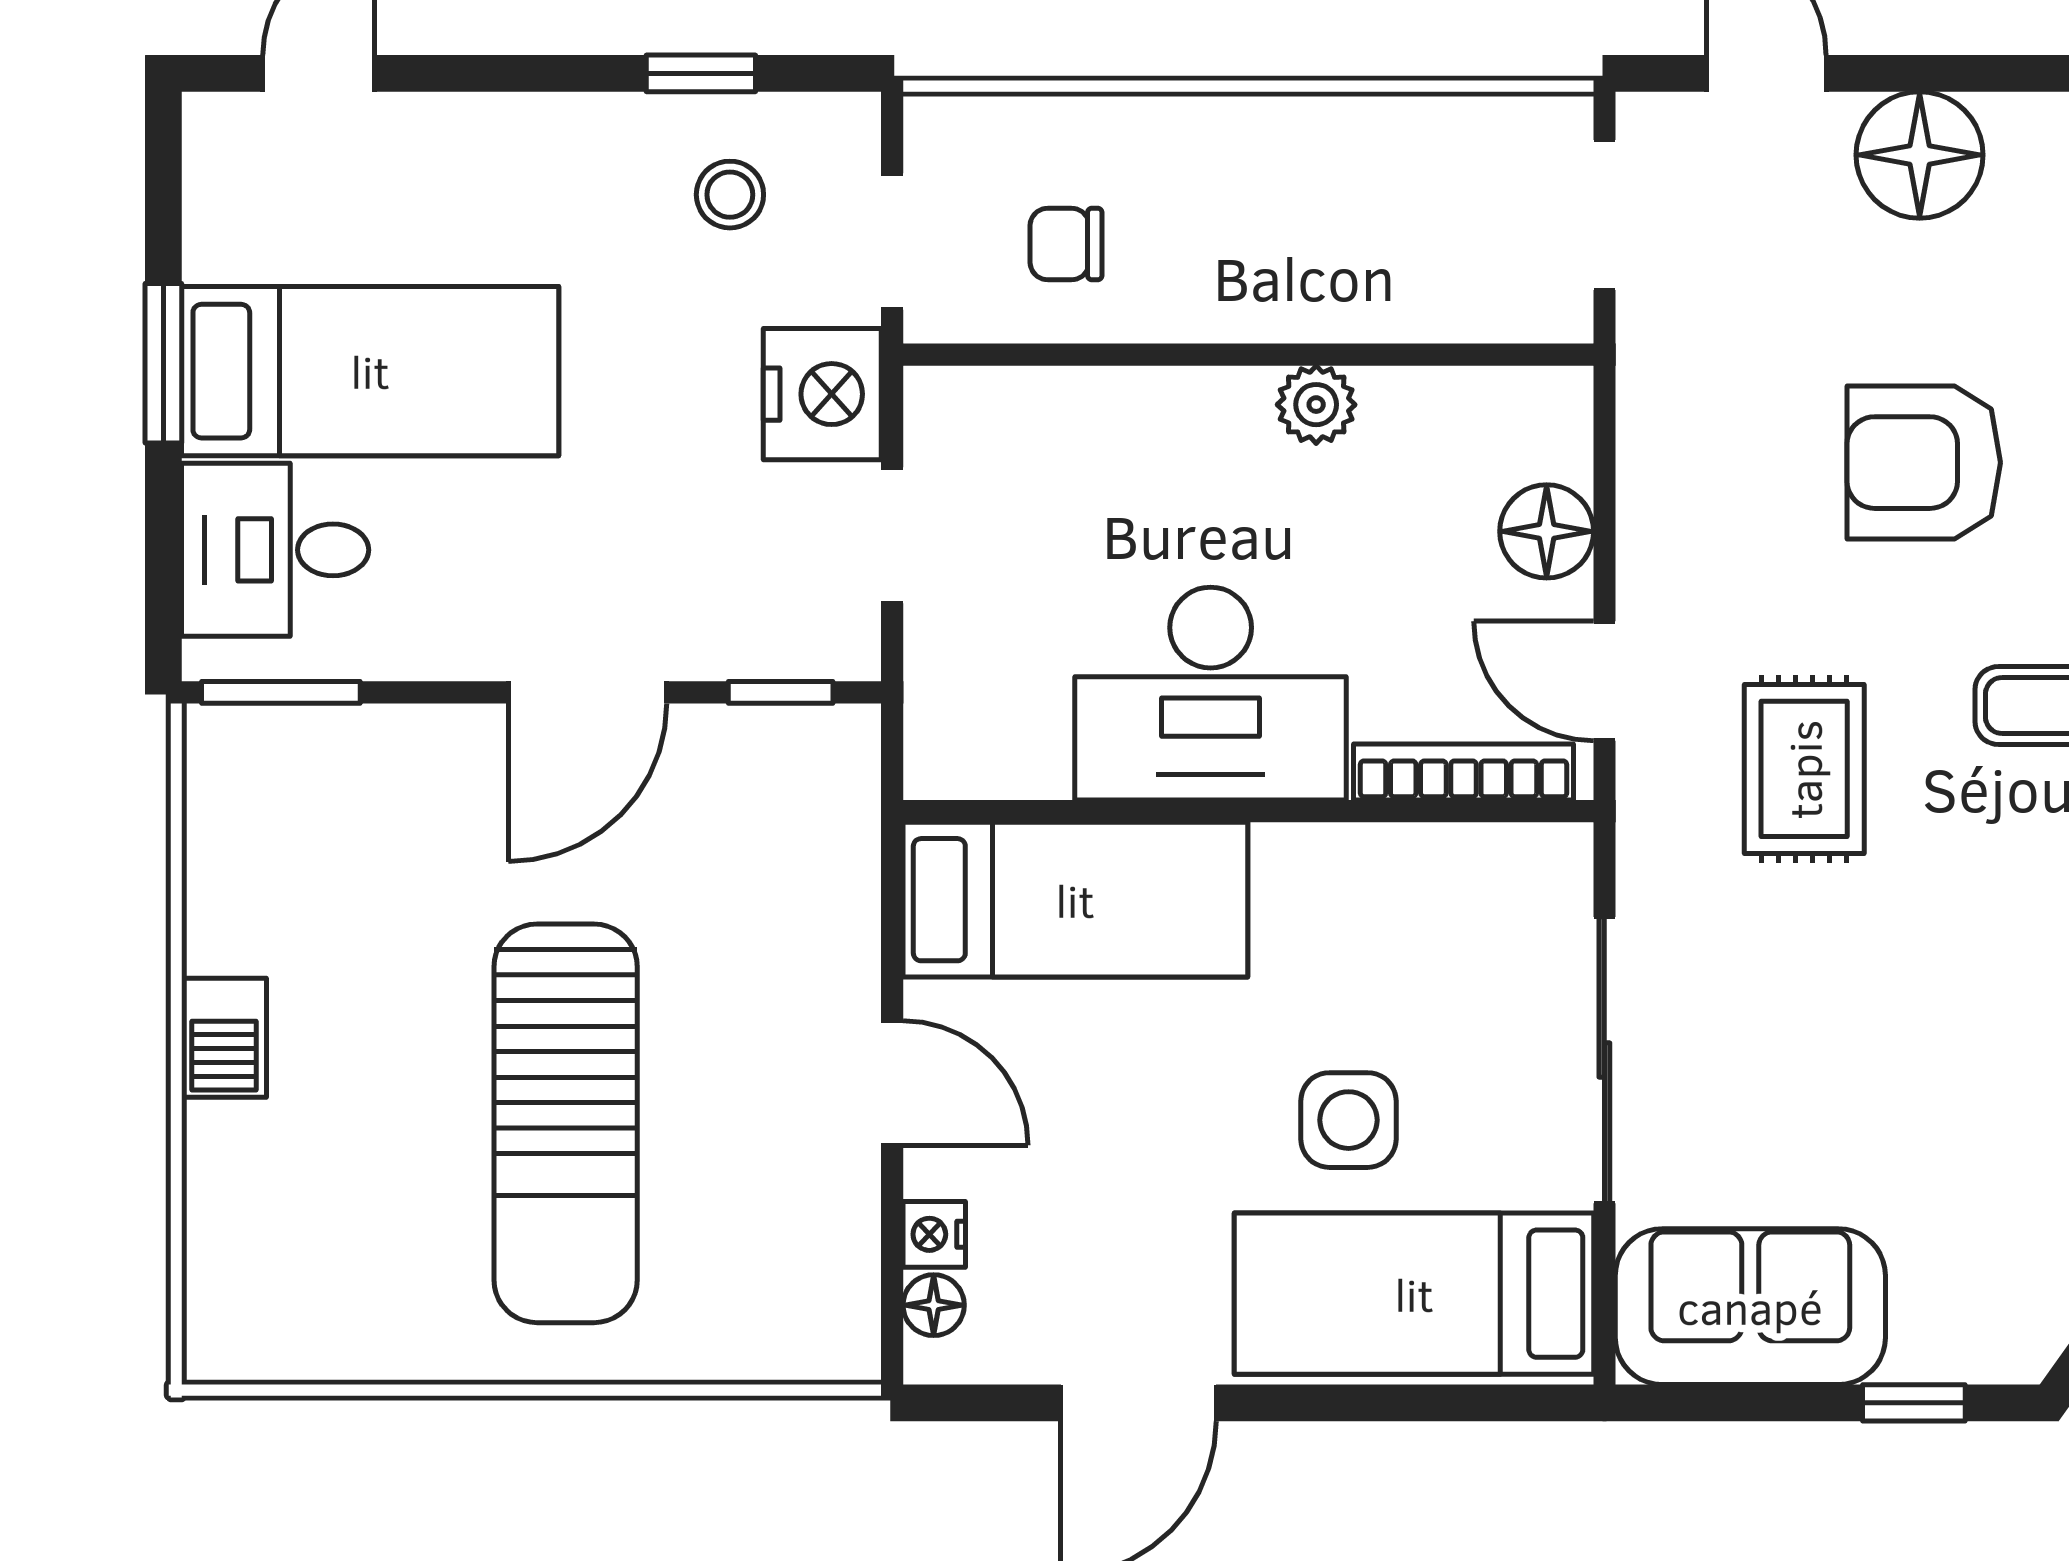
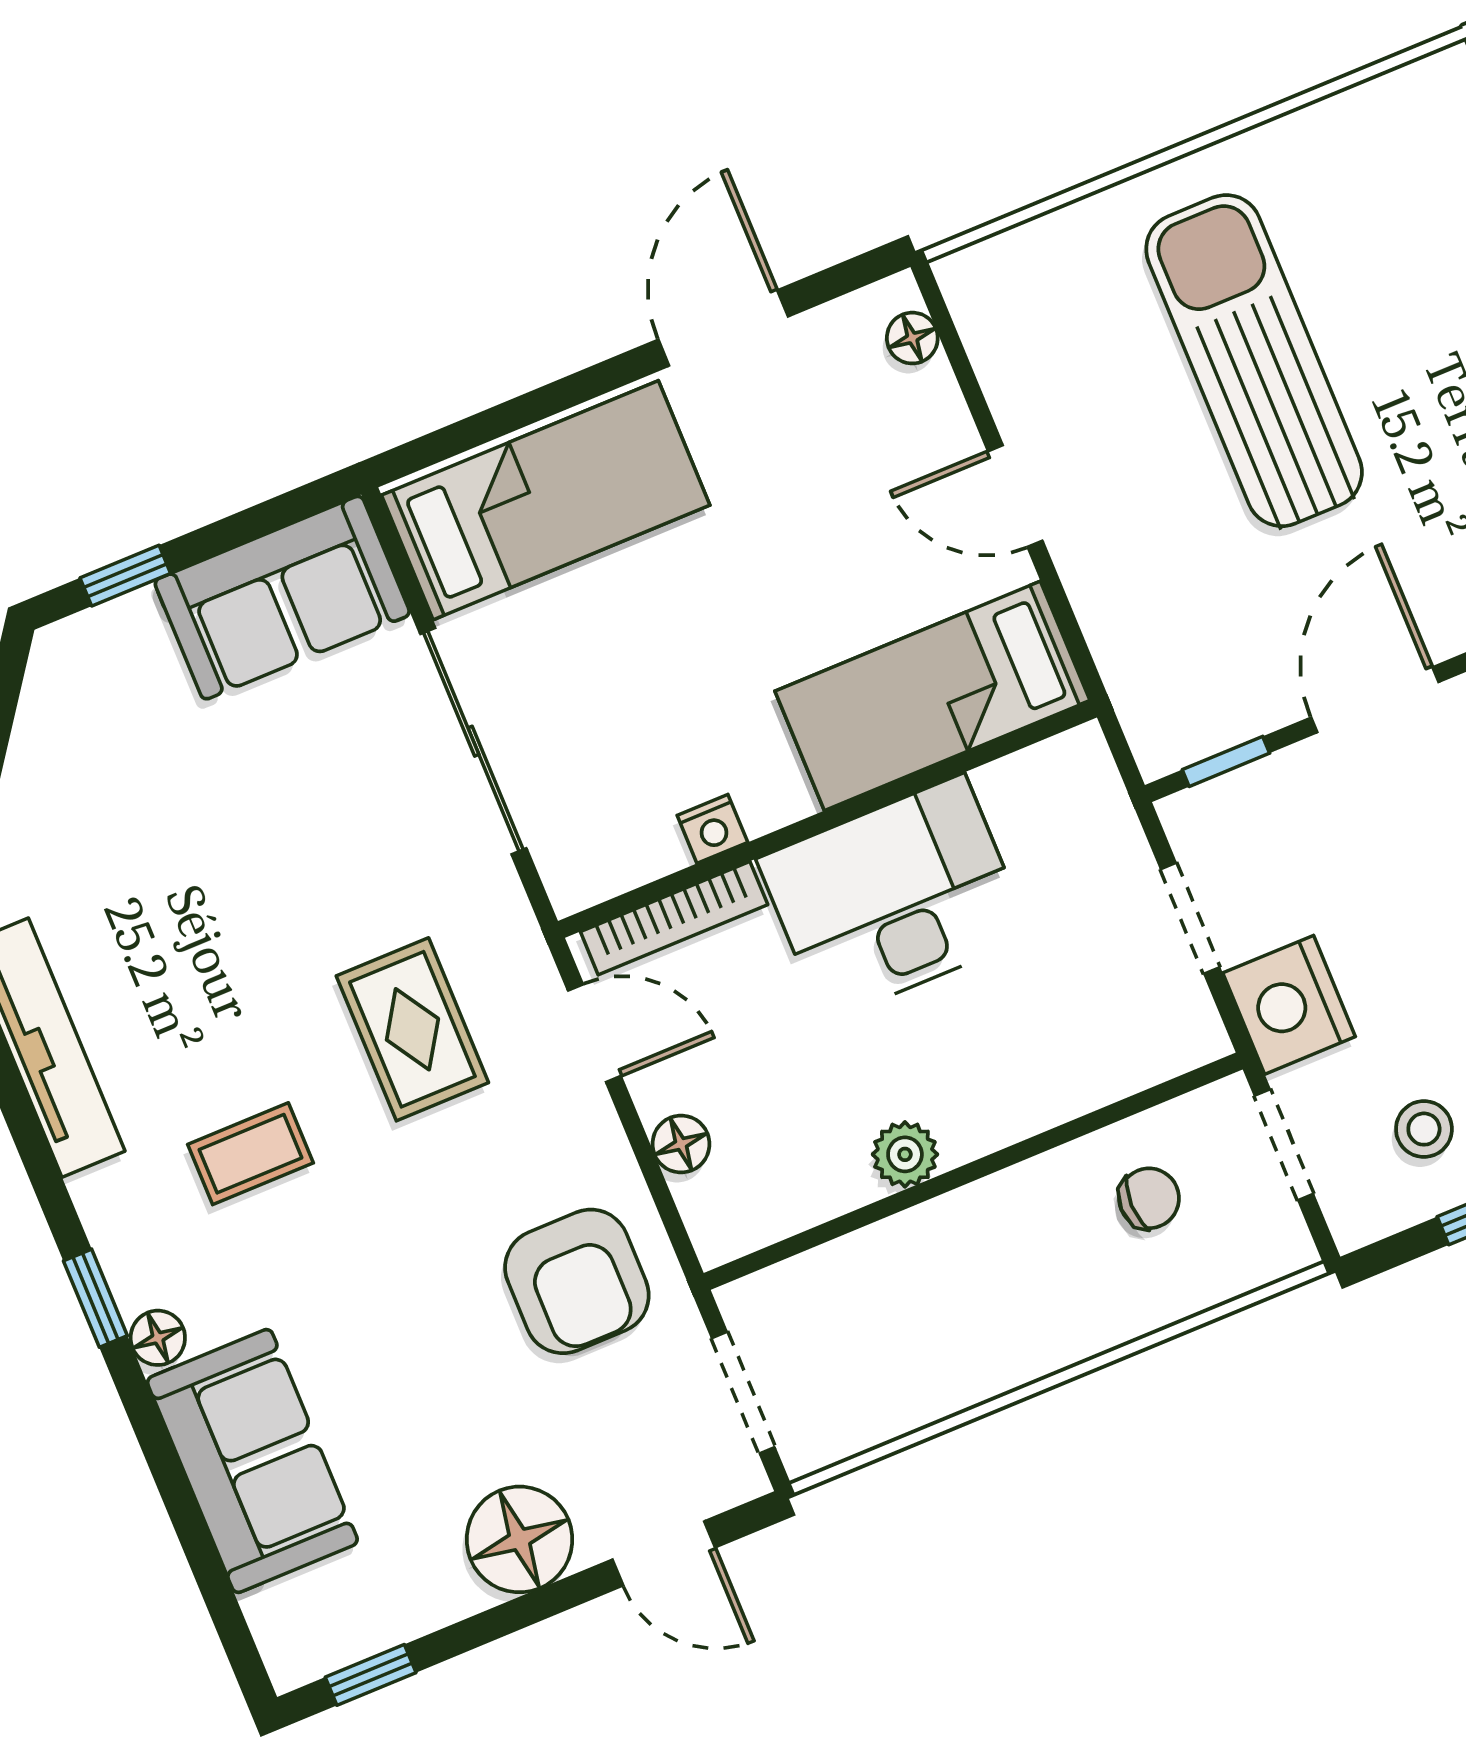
armchair: (1924, 463) -> (577, 1281), moved, turned 90
floor lamp: (1547, 531) -> (681, 1144), width x0.73, depth x0.73
side table: (1349, 1120) -> (652, 613), removed
nightstand: (934, 1234) -> (712, 829), moved, turned 90

